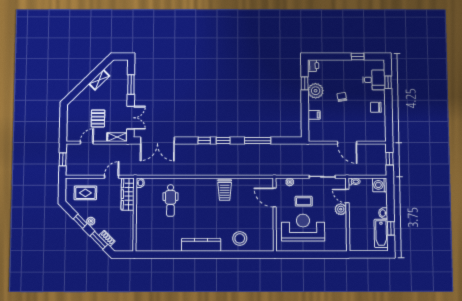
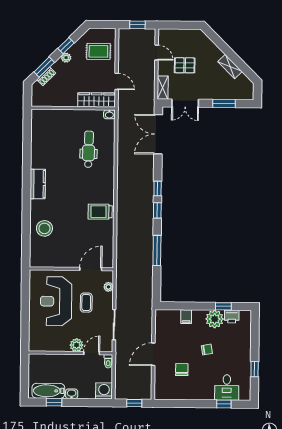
printer: (313, 66) -> (232, 317), moved
chair: (376, 107) -> (182, 370), moved
rug: (85, 193) -> (98, 51), turned 90
dental chair: (170, 201) -> (89, 149), turned 91
reception desk: (303, 228) -> (56, 301), turned 180
kitchen counter: (201, 245) -> (38, 184), width x0.67

